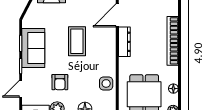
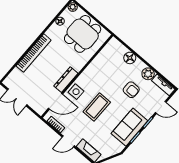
armchair: (60, 82) -> (131, 90), turned 90
side table: (106, 83) -> (76, 92), moved

